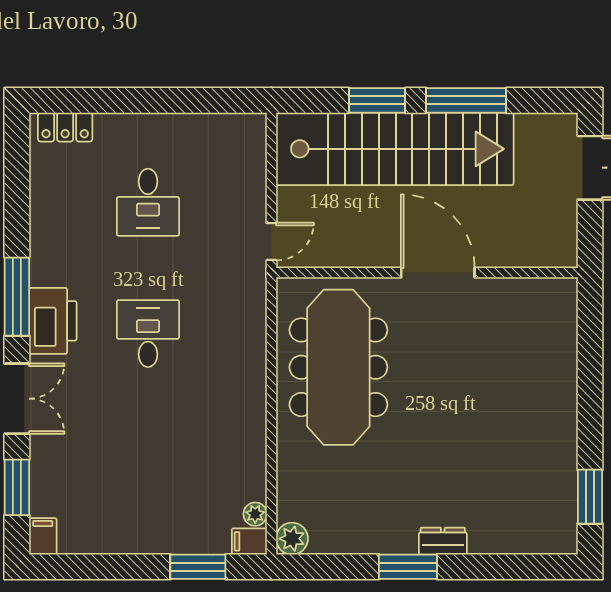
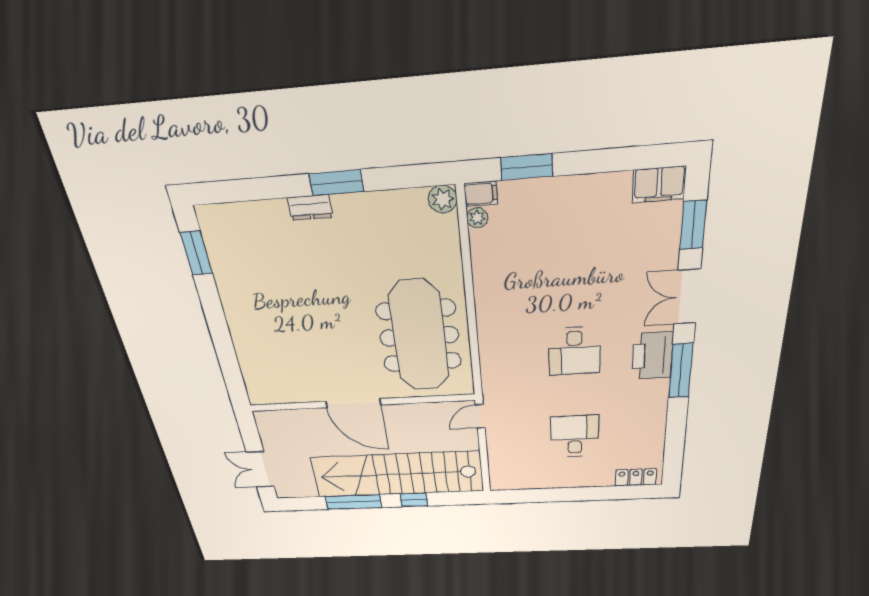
window: (377, 100) -> (414, 500), width x0.67
filing cabinet: (43, 536) -> (659, 184), width x2.00

